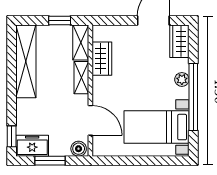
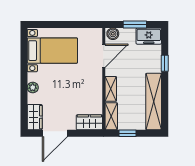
wardrobe: (102, 59) -> (89, 122), moved, turned 90
window: (193, 97) -> (24, 74), removed
door: (90, 120) -> (104, 56), swing flipped
window: (12, 136) -> (165, 63), moved

